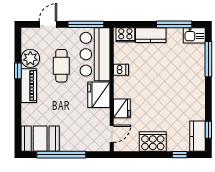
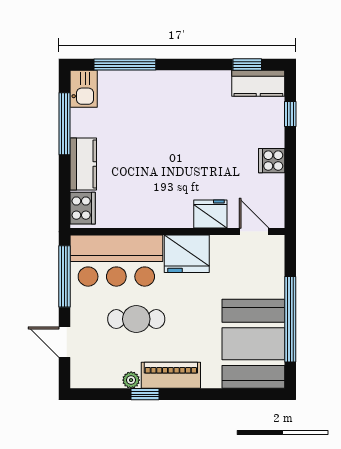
plant: (30, 58) -> (131, 380), width x0.53, depth x0.53
dishwasher: (121, 70) -> (143, 216), removed
booth: (40, 139) -> (253, 344), width x1.36, depth x1.42
cooker: (153, 142) -> (272, 161), width x0.53, depth x0.76

